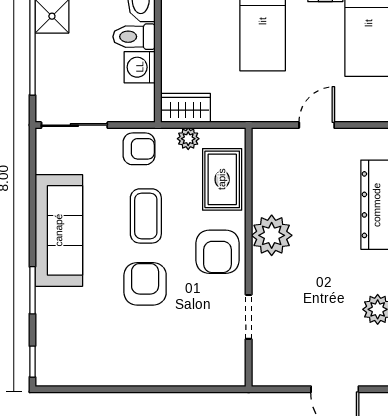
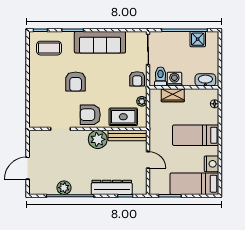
toilet: (134, 37) -> (160, 77), moved
wardrobe: (186, 108) -> (173, 95), moved, turned 90
bench: (263, 170) -> (127, 135), added
coffee table: (146, 216) -> (49, 48), moved
armchair: (145, 284) -> (76, 82), turned 90

